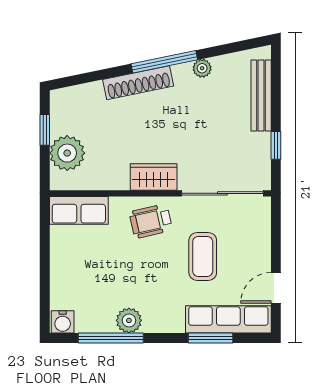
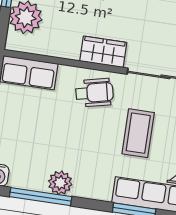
wheelchair: (151, 221) -> (94, 93), turned 180

